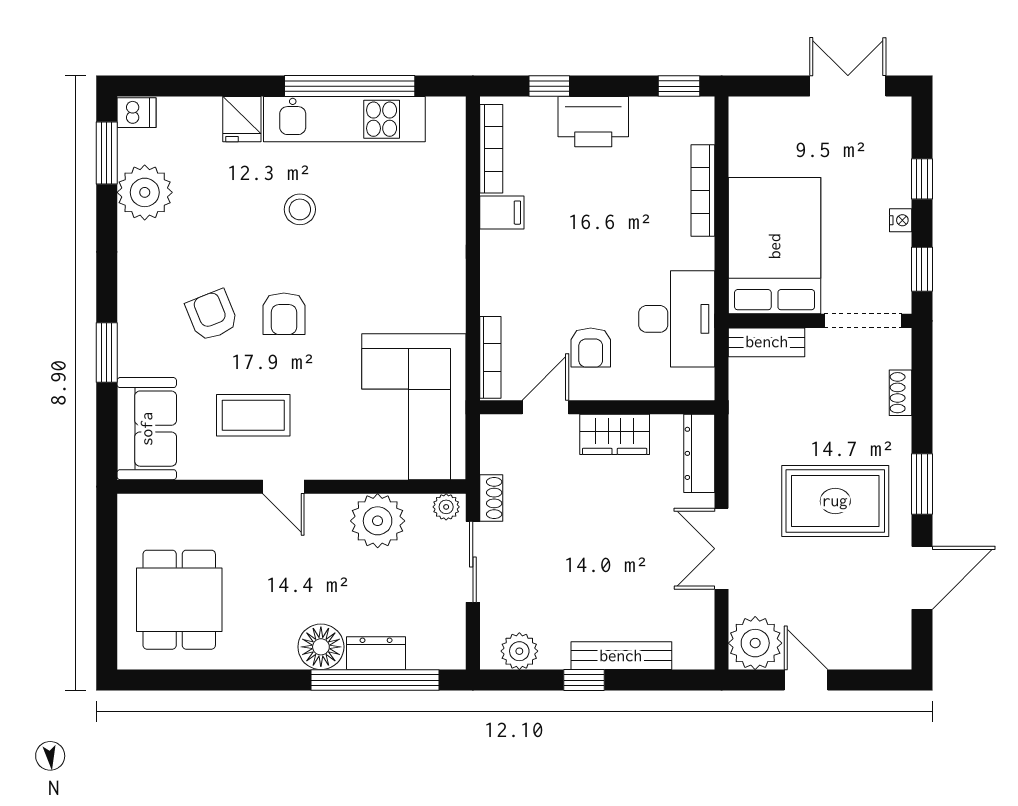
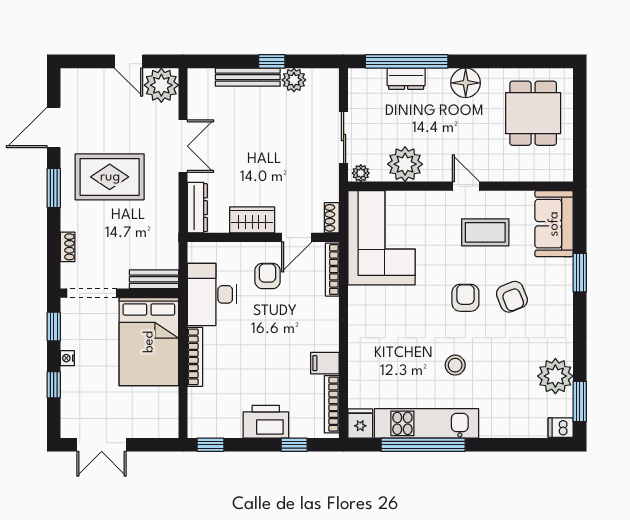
fridge: (242, 119) -> (360, 423), moved
bookcase: (703, 191) -> (195, 357), moved
shoe rack: (491, 498) -> (332, 218), moved
floor lamp: (321, 647) -> (466, 83), moved
plant: (519, 651) -> (294, 80), moved

